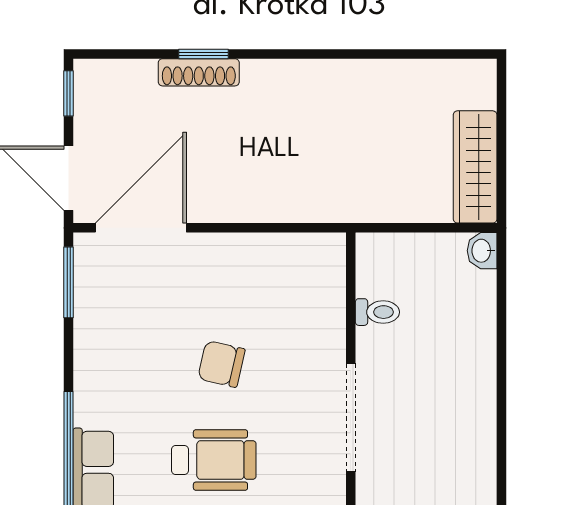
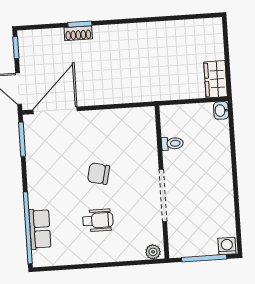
shoe rack: (199, 72) -> (78, 33), width x0.70
wardrobe: (475, 167) -> (216, 79), width x0.67
wheelchair: (214, 460) -> (98, 220), width x0.73, depth x0.73

